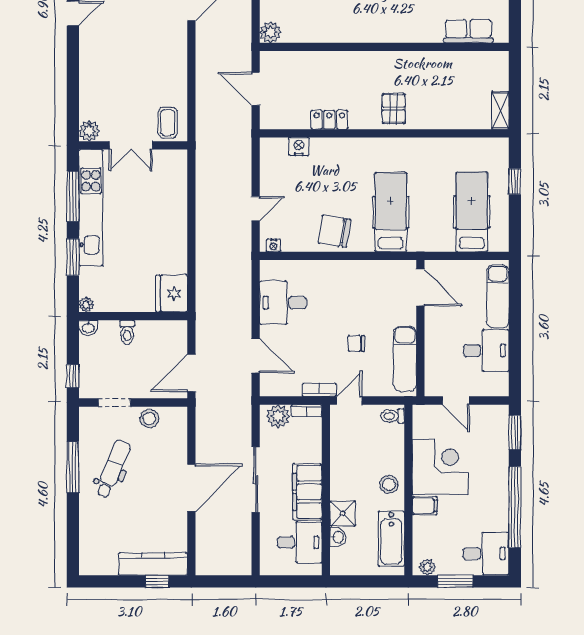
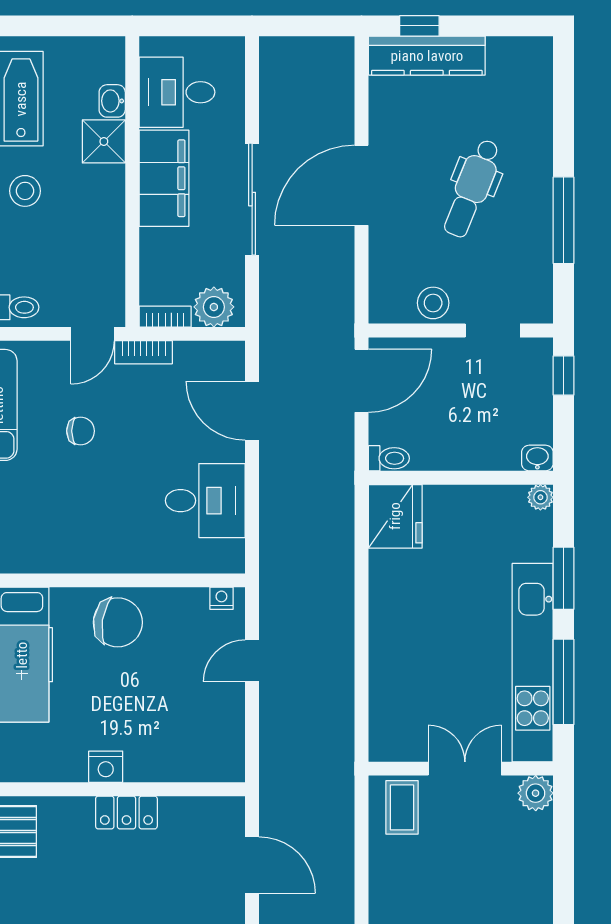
nightstand: (299, 146) -> (106, 767), moved
toilet: (127, 332) -> (389, 458), moved, turned 90
dental chair: (113, 469) -> (472, 188), moved

